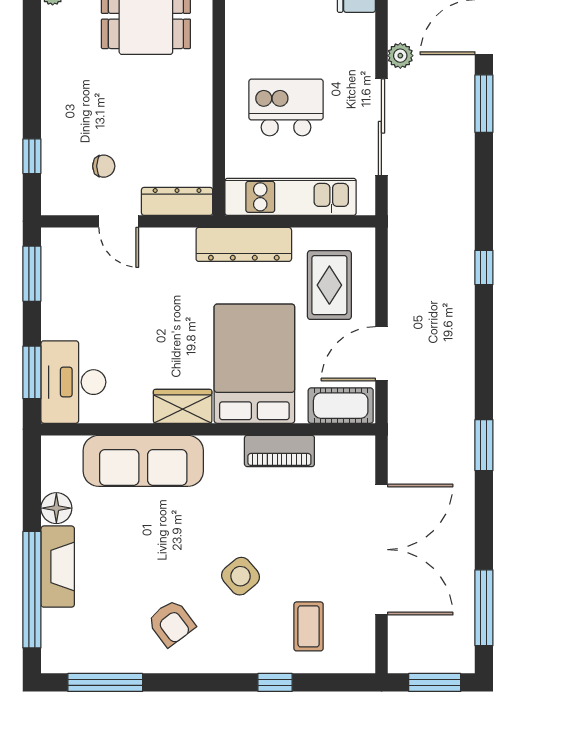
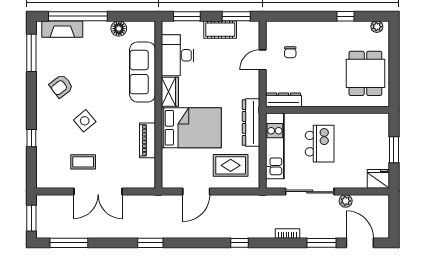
window: (32, 156) -> (345, 16), moved
bookcase: (465, 172) -> (288, 233), added
dresser: (177, 201) -> (283, 100), moved, turned -90
door: (381, 354) -> (196, 192), swing flipped
desk: (73, 382) -> (178, 55), moved, turned -90
cot: (341, 406) -> (220, 30), moved, turned 90
double door: (381, 550) -> (98, 192), width x0.73
fireplace: (58, 567) -> (62, 29), moved
coffee table: (309, 626) -> (83, 162), moved

